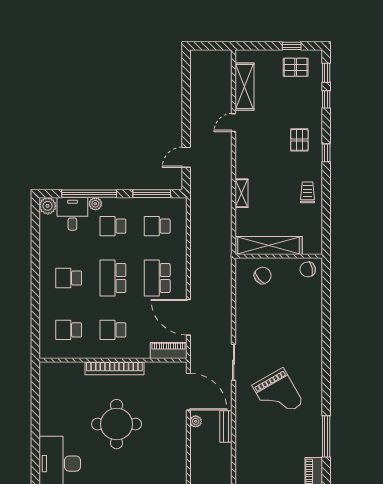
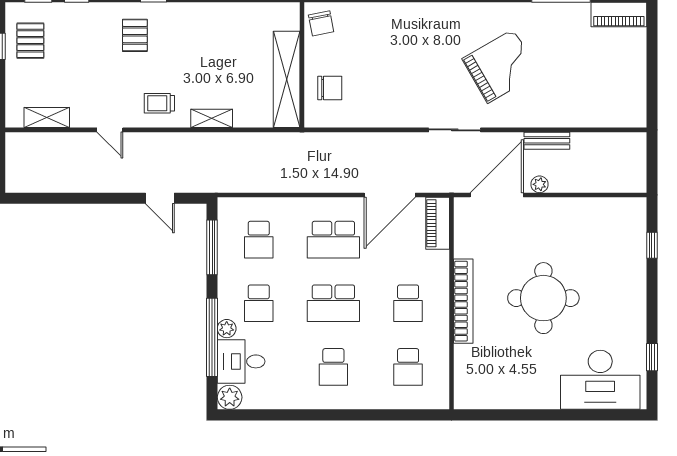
shelving: (244, 87) -> (47, 118), width x0.67, depth x0.75
pallet: (299, 140) -> (135, 35), turned 90
trolley: (308, 192) -> (159, 103), moved
chair: (263, 275) -> (330, 88), turned 130

